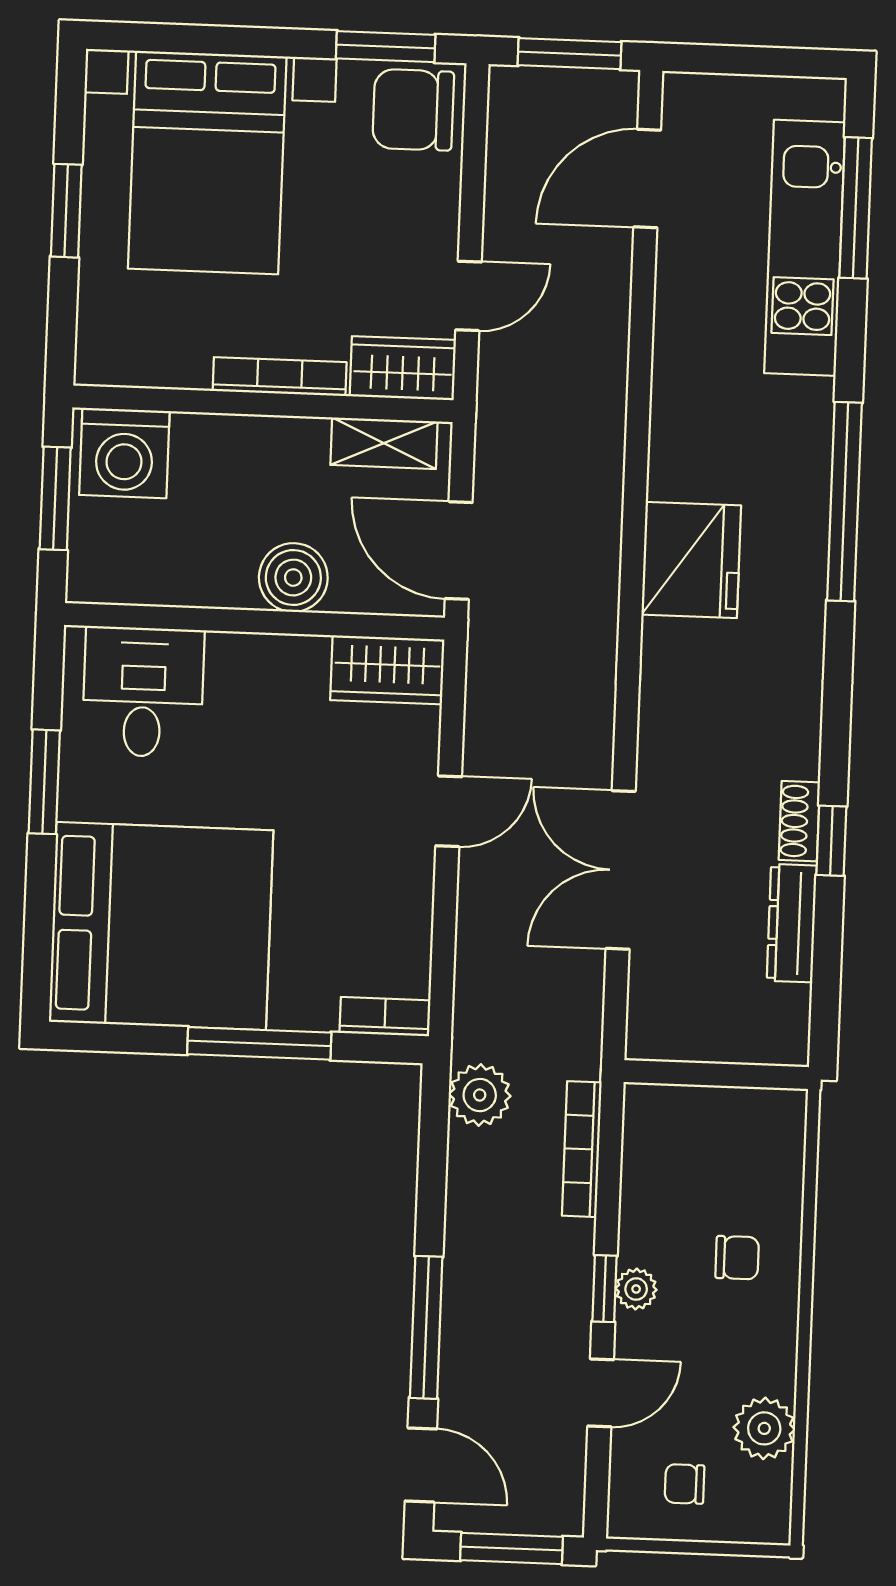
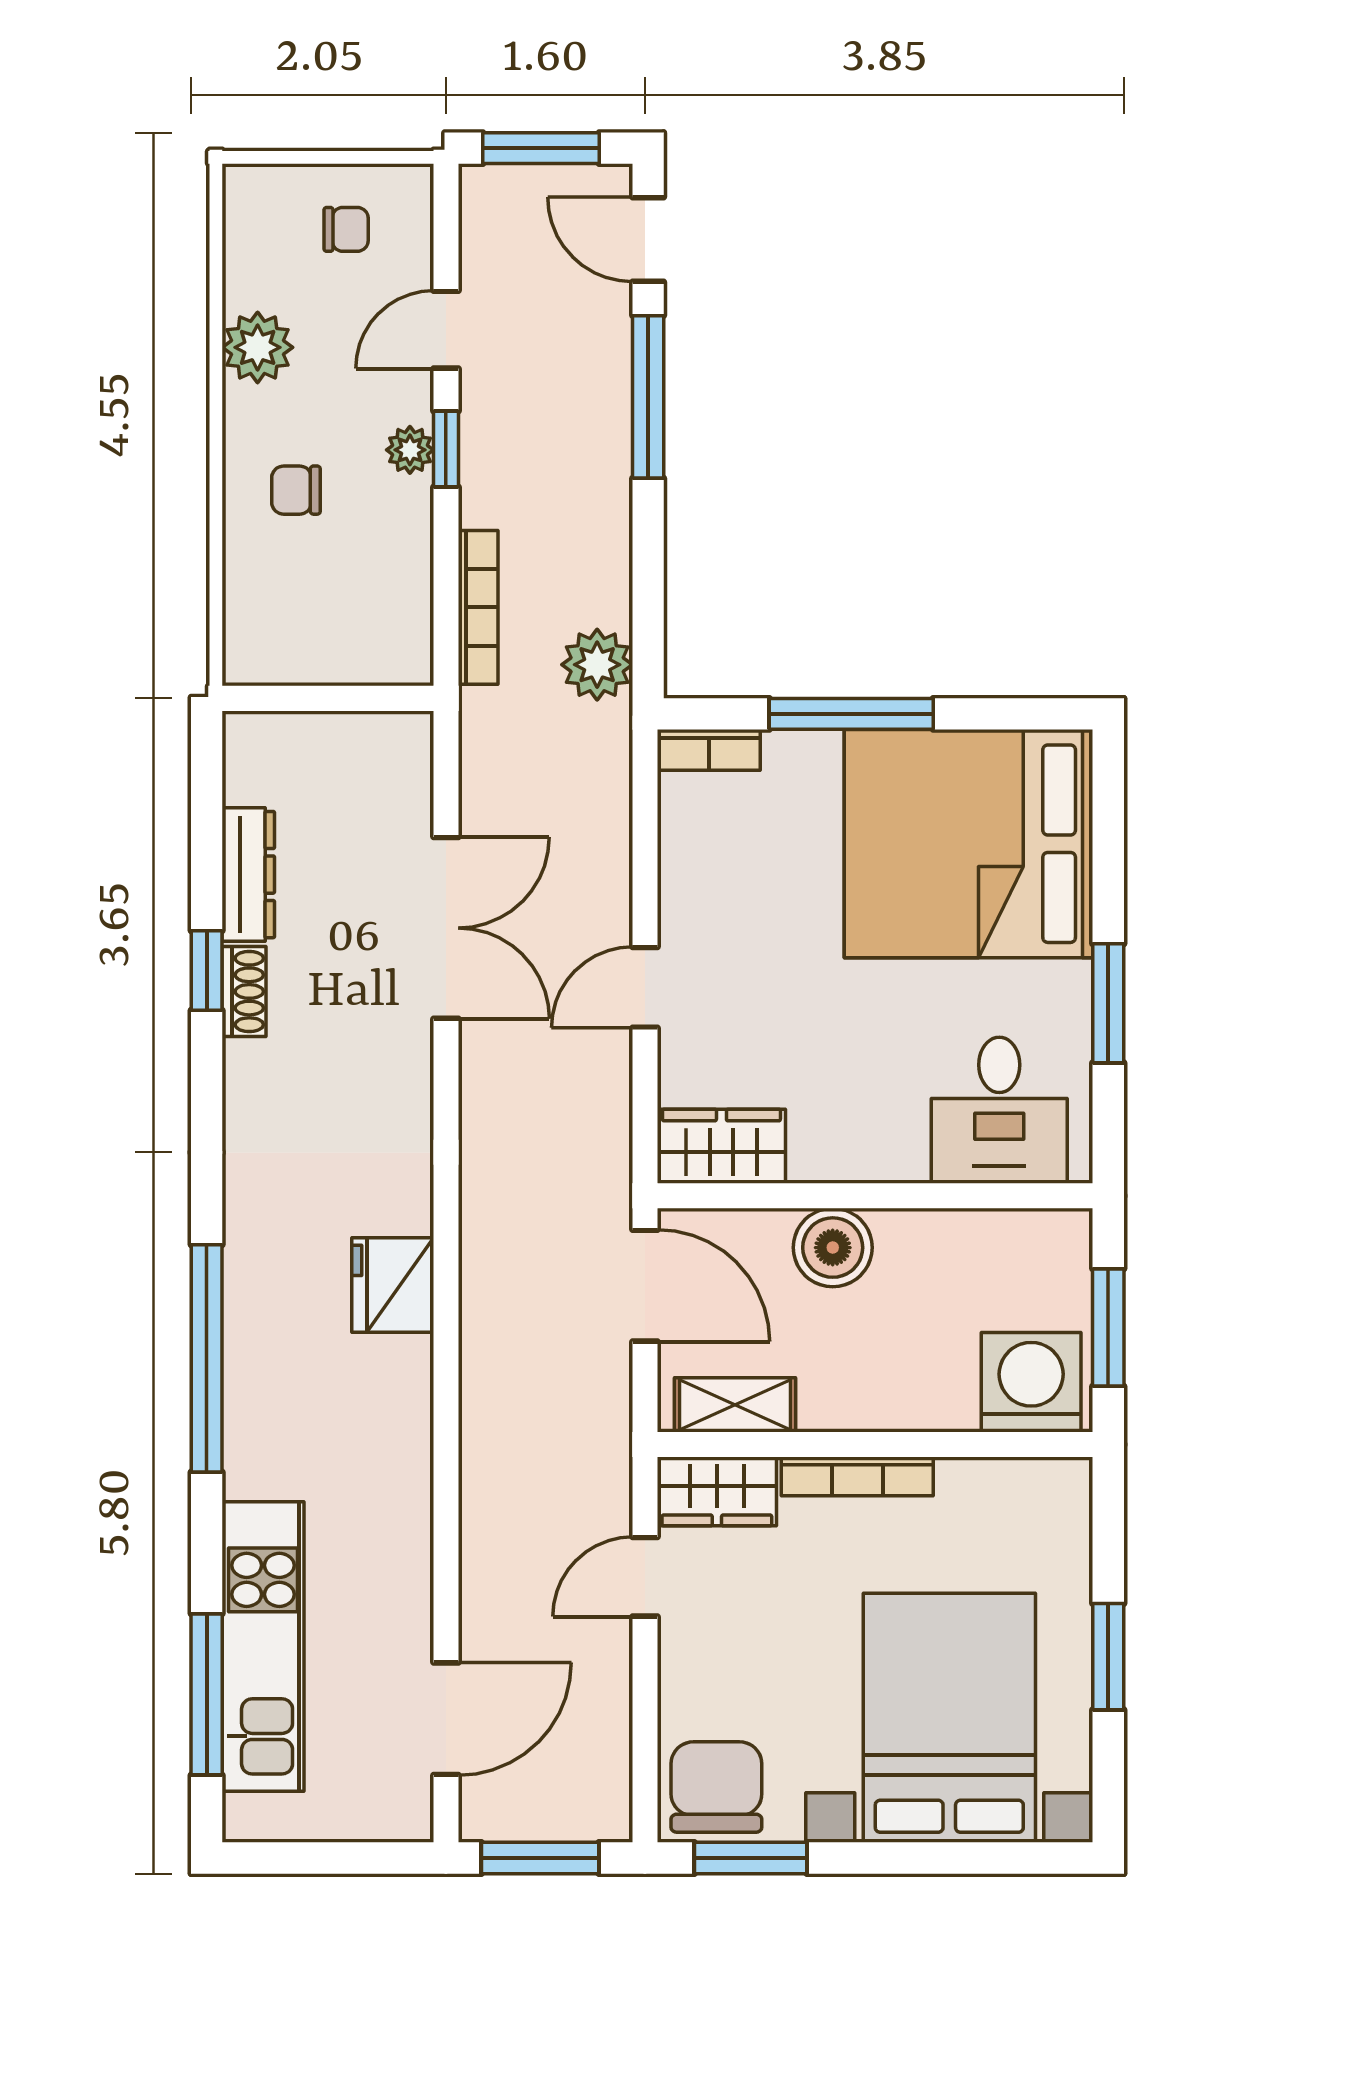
chair: (413, 110) -> (716, 1787), turned -90
fridge: (691, 560) -> (393, 1285), width x0.73, depth x0.75
plant: (764, 1428) -> (258, 347), moved

